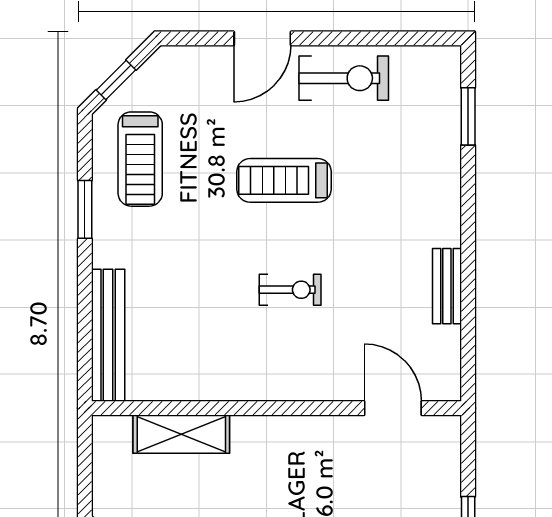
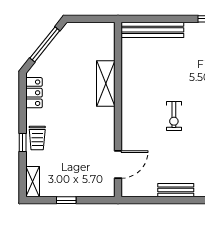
shelving: (181, 434) -> (106, 84), moved

